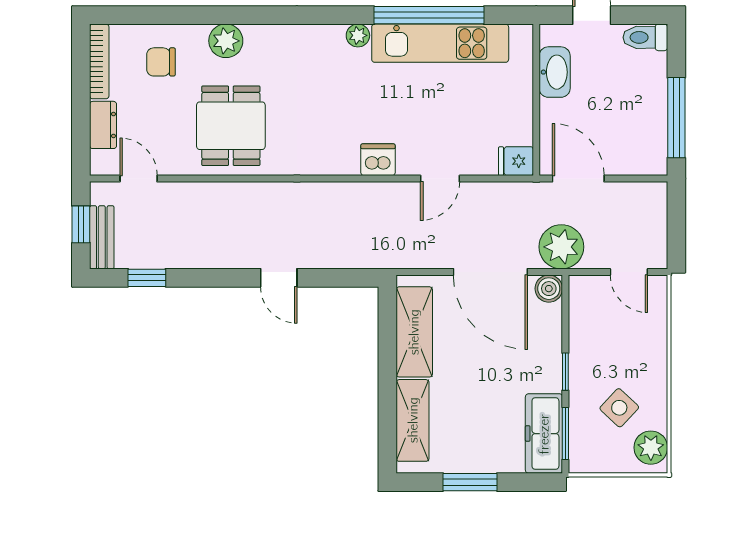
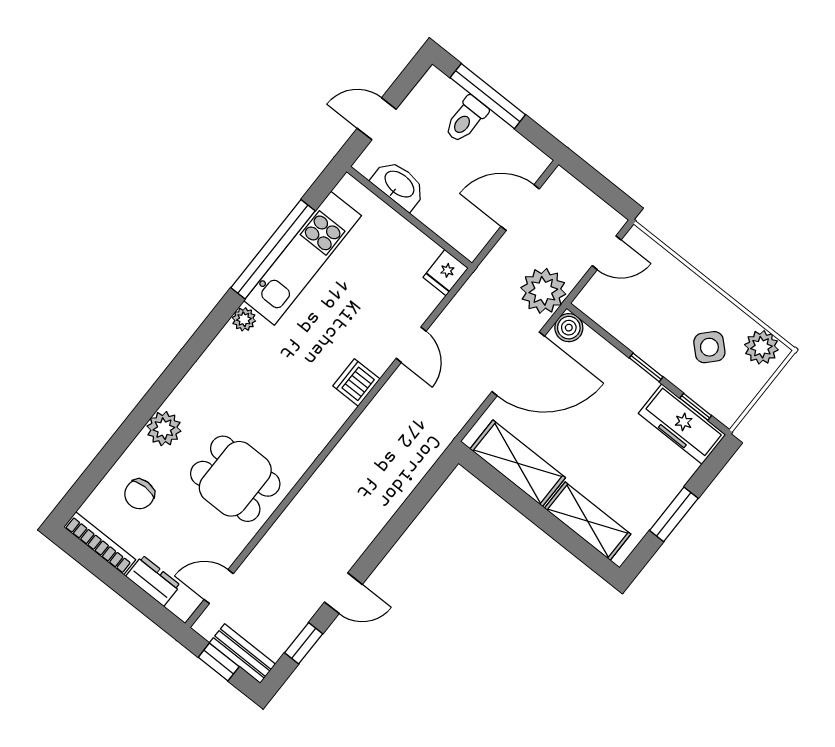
toilet: (645, 37) -> (466, 119), moved
window: (676, 118) -> (488, 96), moved
door: (578, 179) -> (520, 208), moved
door: (279, 278) -> (343, 593), moved
window: (565, 433) -> (696, 407), width x0.67

